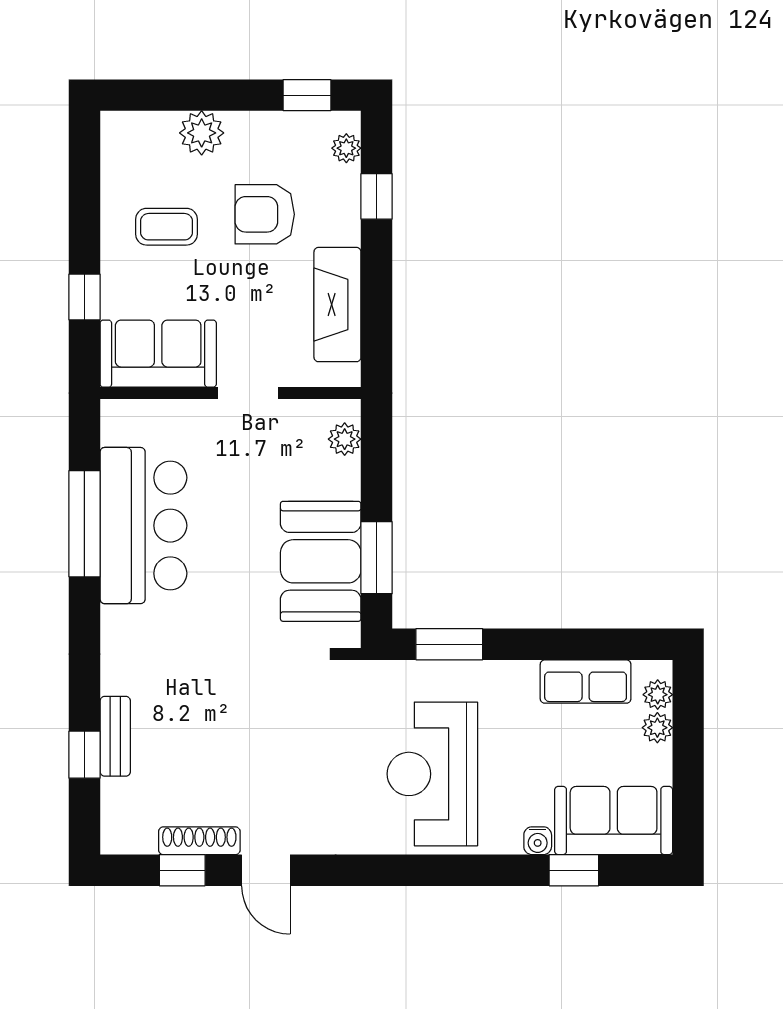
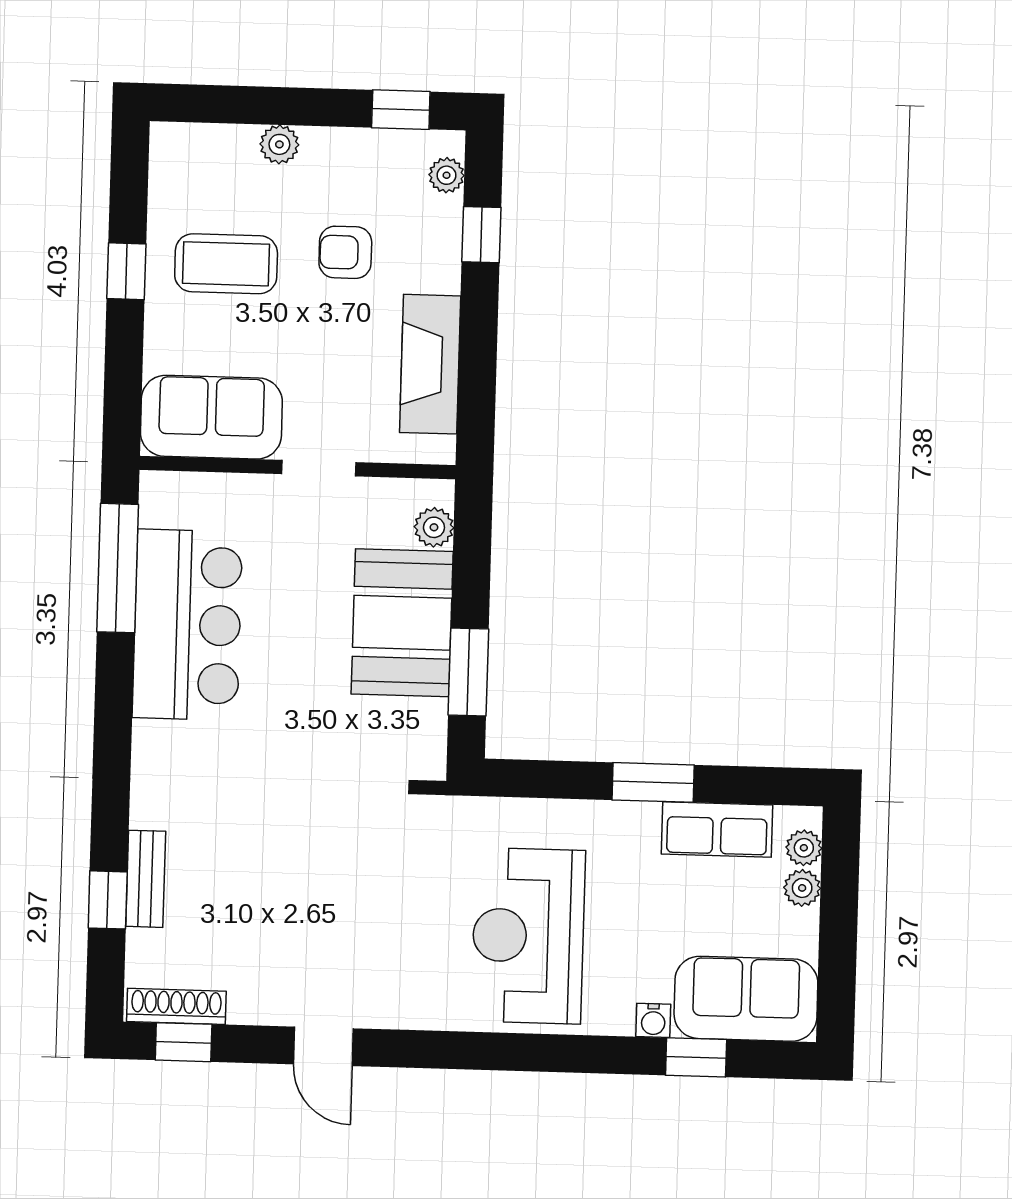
plant: (202, 133) -> (279, 144), width x0.73, depth x0.73
armchair: (265, 214) -> (345, 252), width x0.72, depth x0.72
coffee table: (167, 227) -> (226, 264), width x1.36, depth x1.30
window: (84, 297) -> (126, 271), moved
window: (84, 524) -> (118, 568), moved
booth: (321, 561) -> (402, 623), moved
window: (449, 644) -> (653, 782), moved
shoe rack: (199, 841) -> (176, 1006), moved
window: (182, 870) -> (184, 1042), moved

